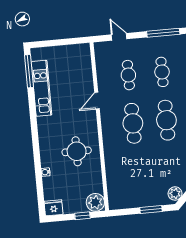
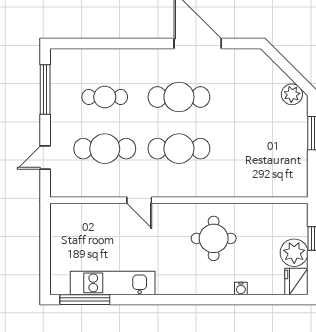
cafe table: (128, 75) -> (105, 149), width x1.37, depth x1.35
plant: (95, 202) -> (294, 253), moved

